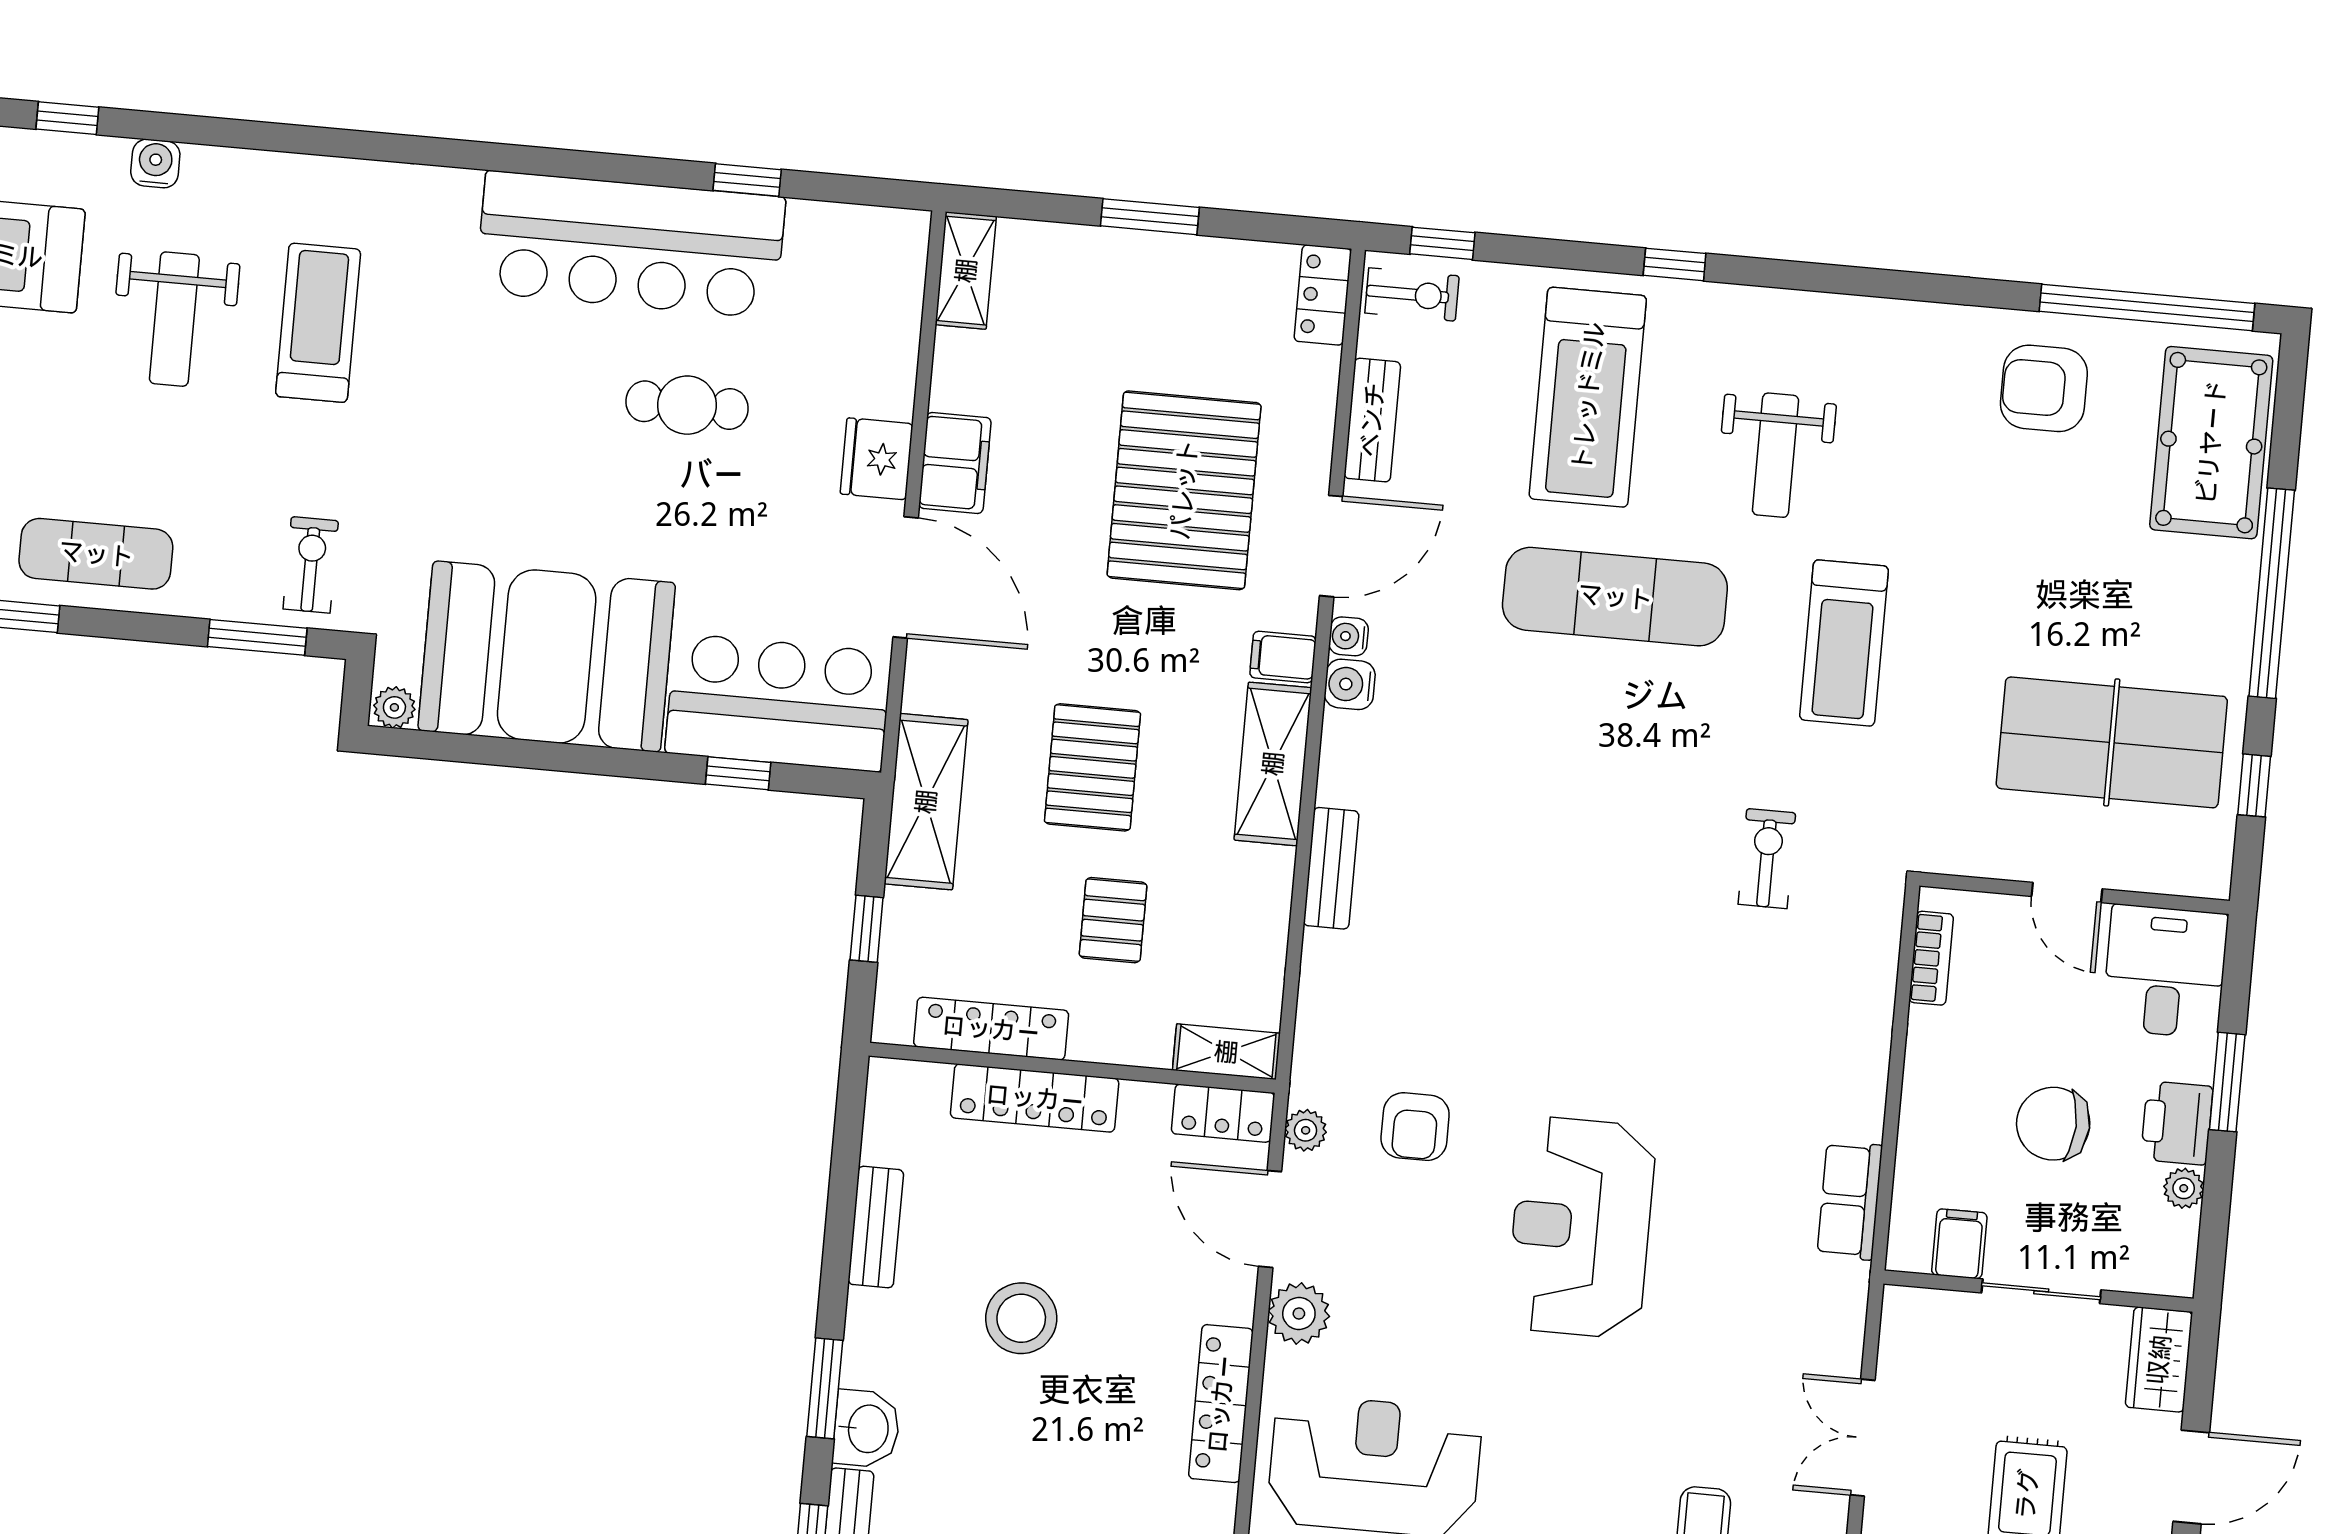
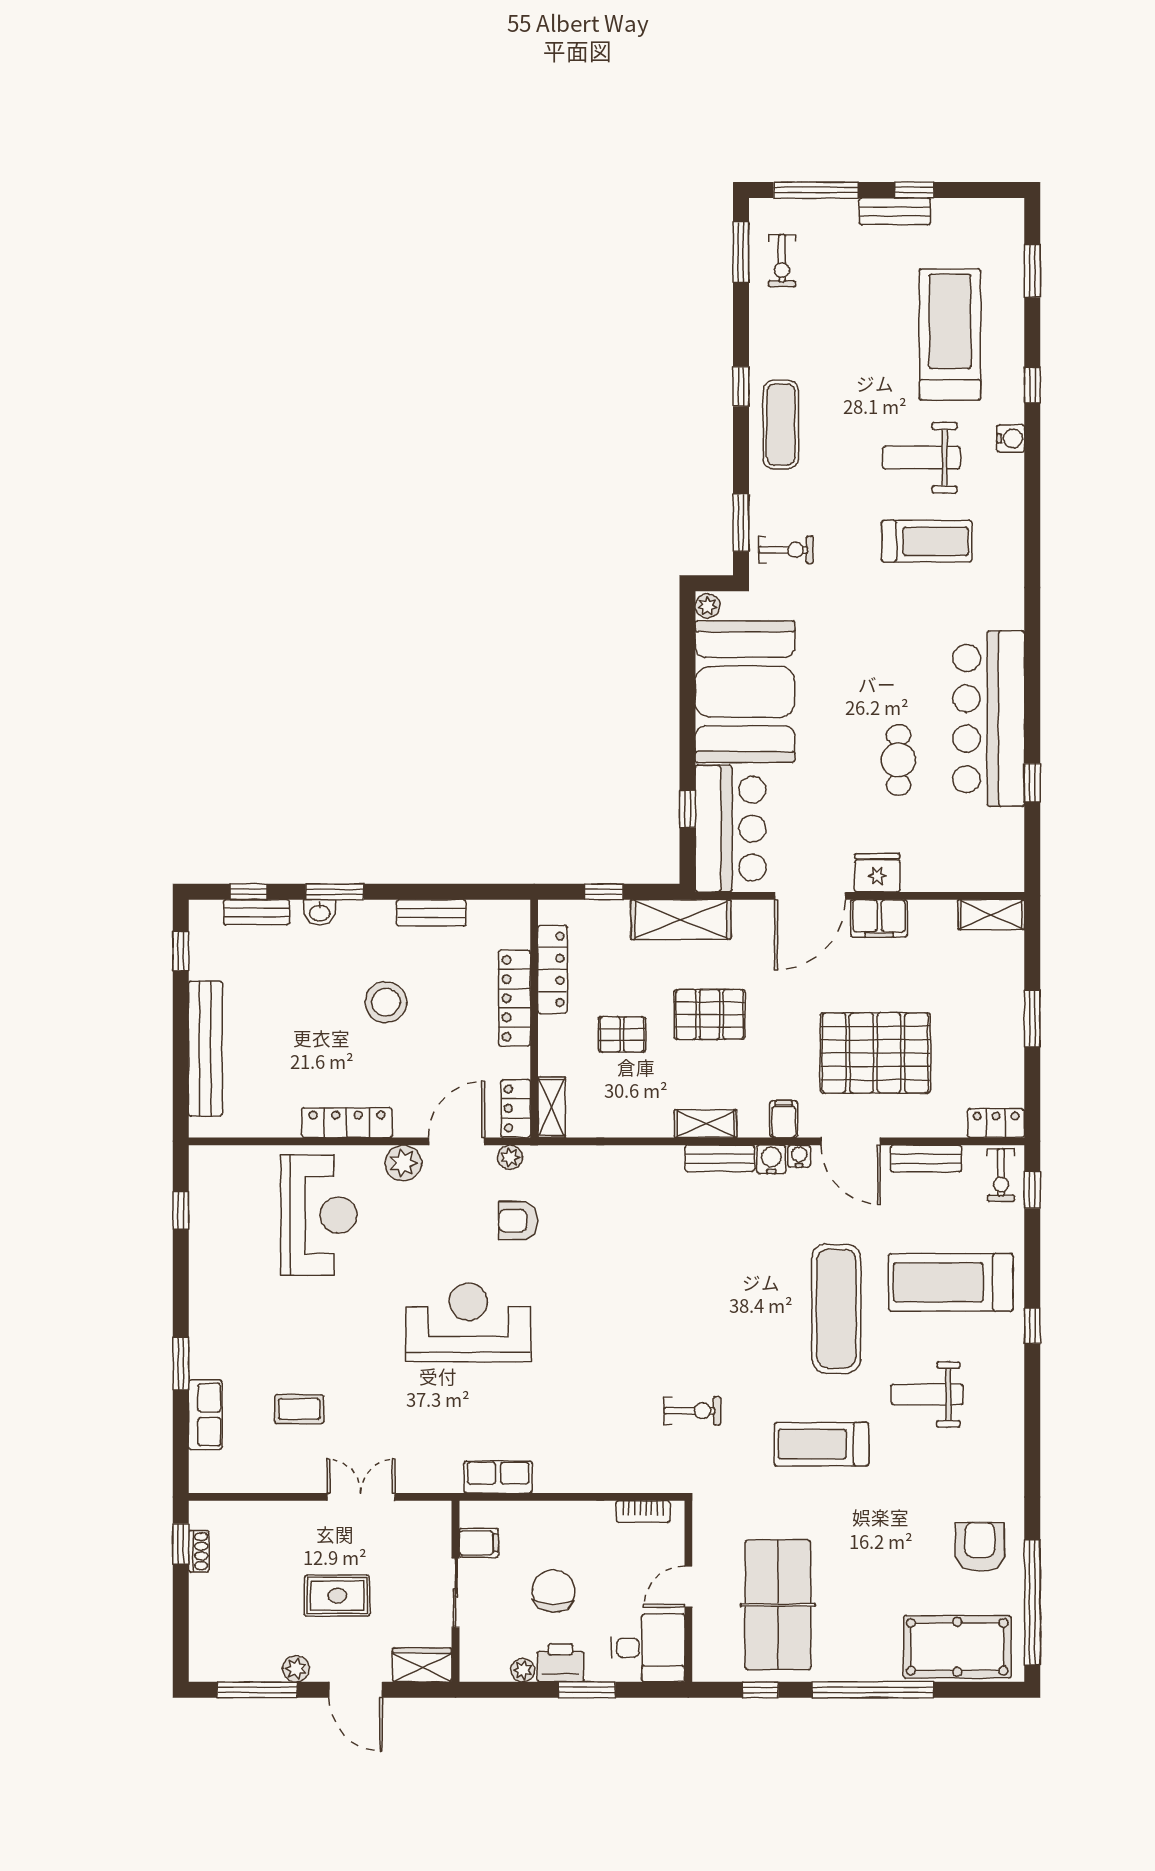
shelving: (1273, 764) -> (706, 1124), width x0.67, depth x0.75
bench: (1331, 868) -> (720, 1158), moved
washbasin: (866, 1429) -> (320, 912), width x0.72, depth x0.69

